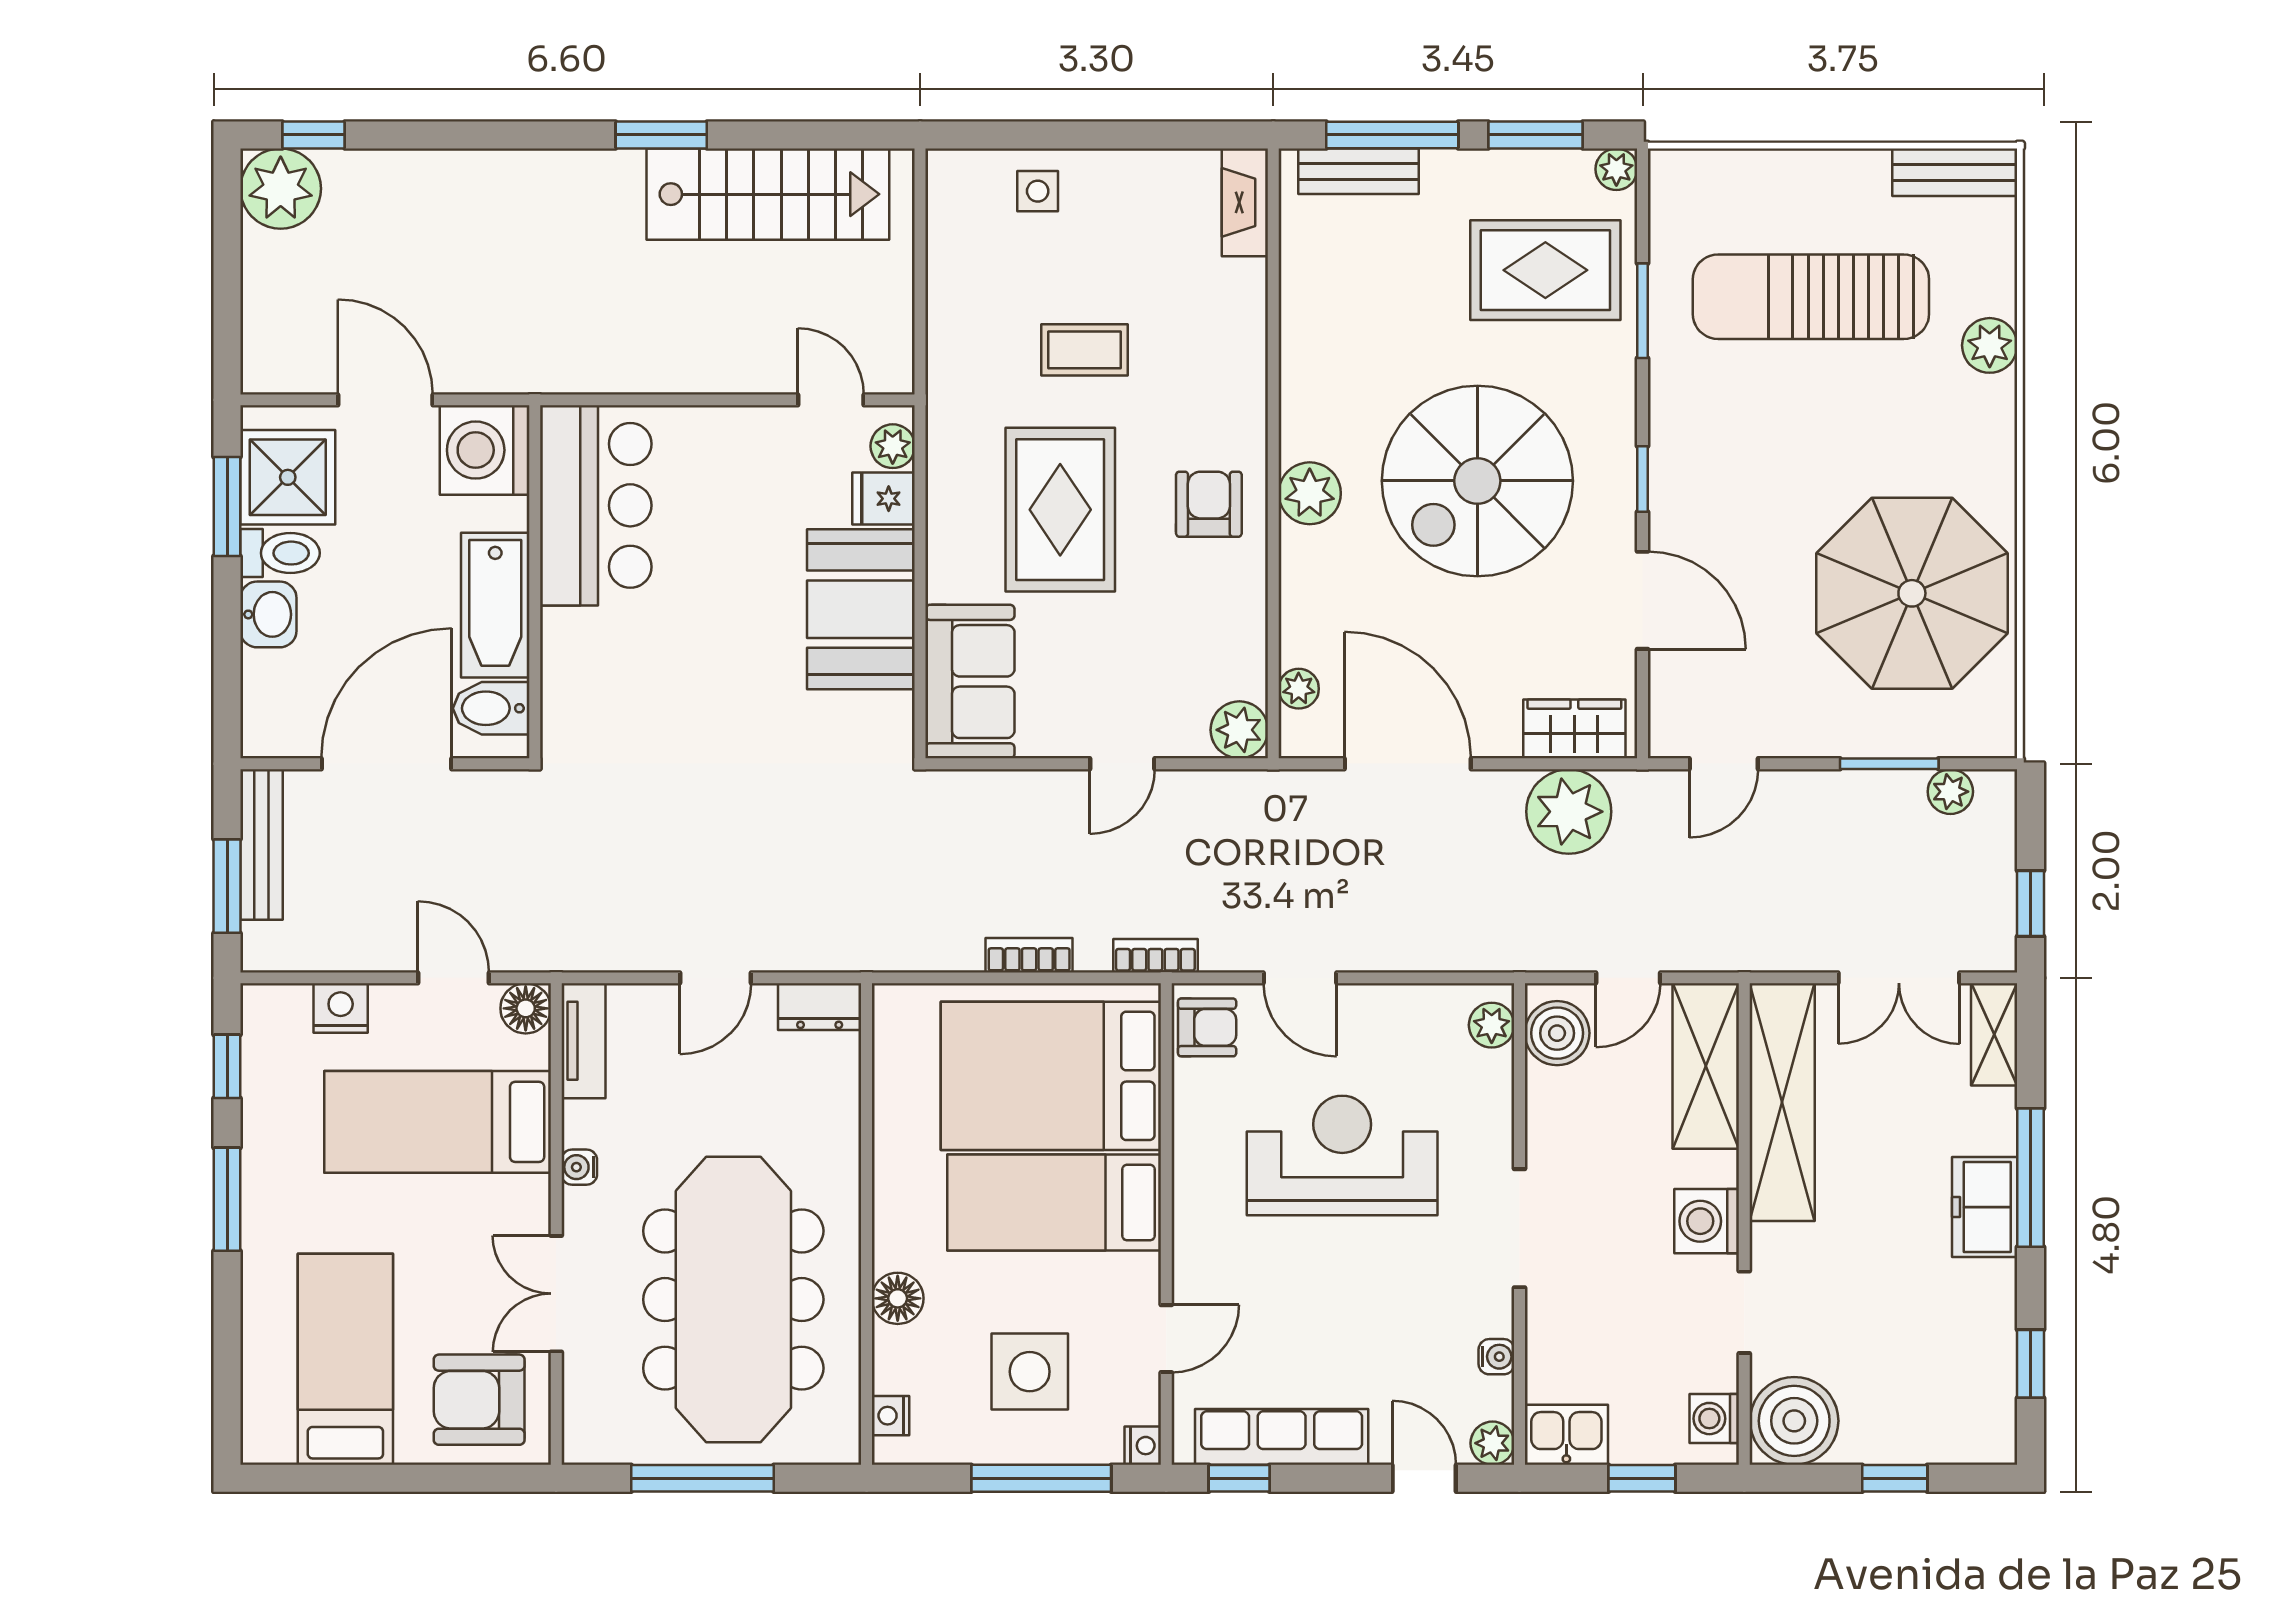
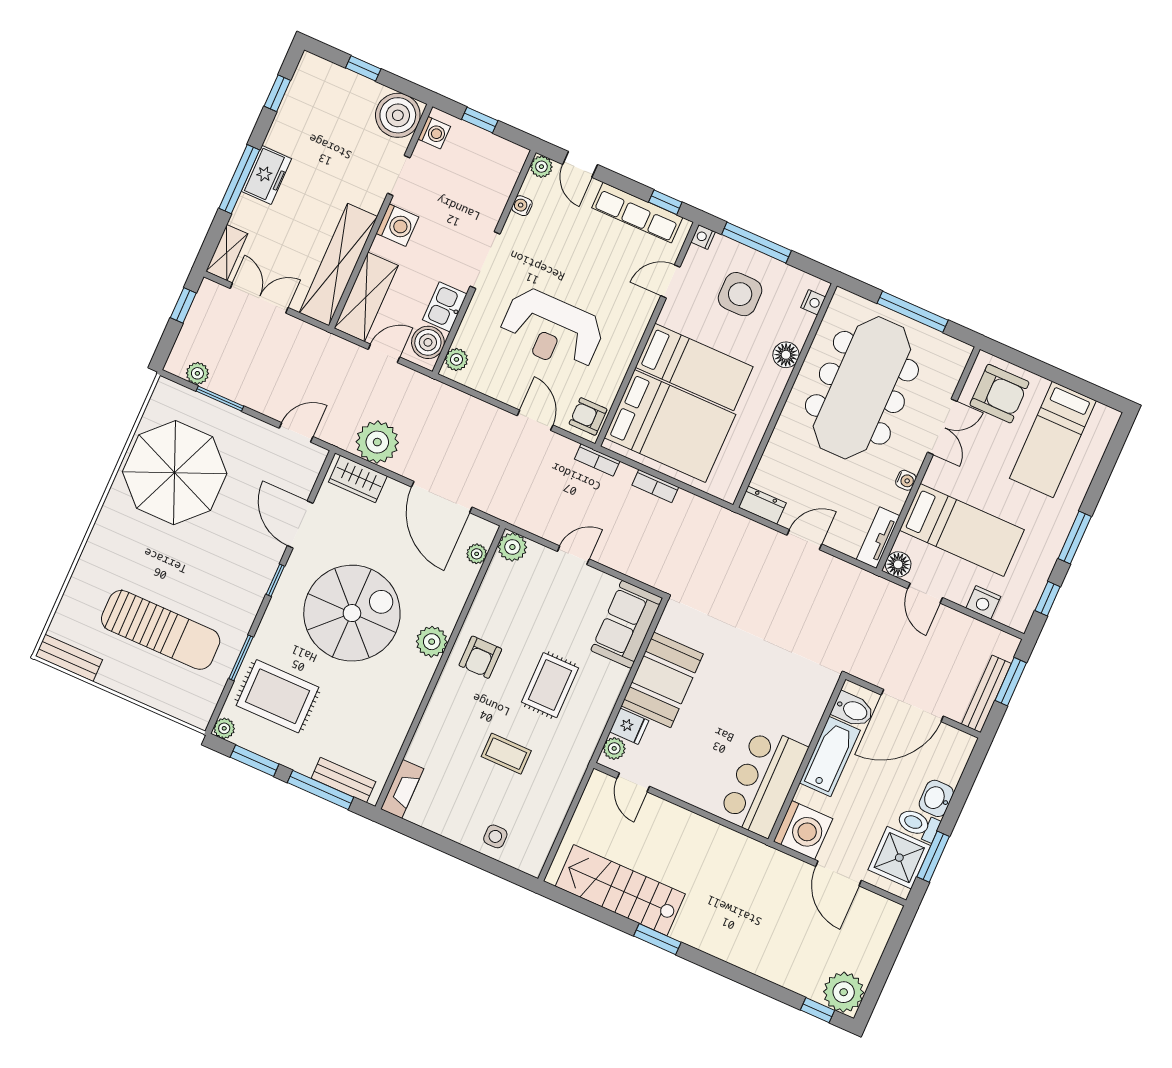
plant: (1990, 345) -> (88, 571), removed
rug: (1060, 510) -> (550, 685), width x0.73, depth x0.70
kitchen sink: (1566, 1435) -> (445, 307), moved, turned 90

